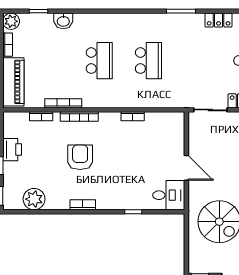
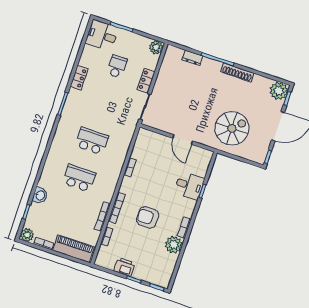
door: (186, 168) -> (183, 140), swing flipped
desk: (169, 195) -> (189, 186), moved, turned 90
plant: (34, 199) -> (174, 245), moved

